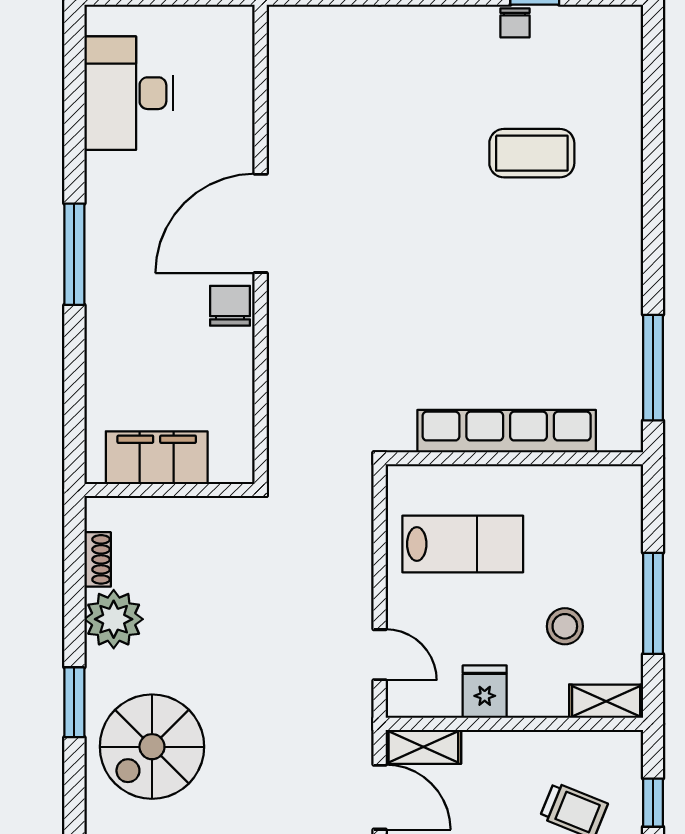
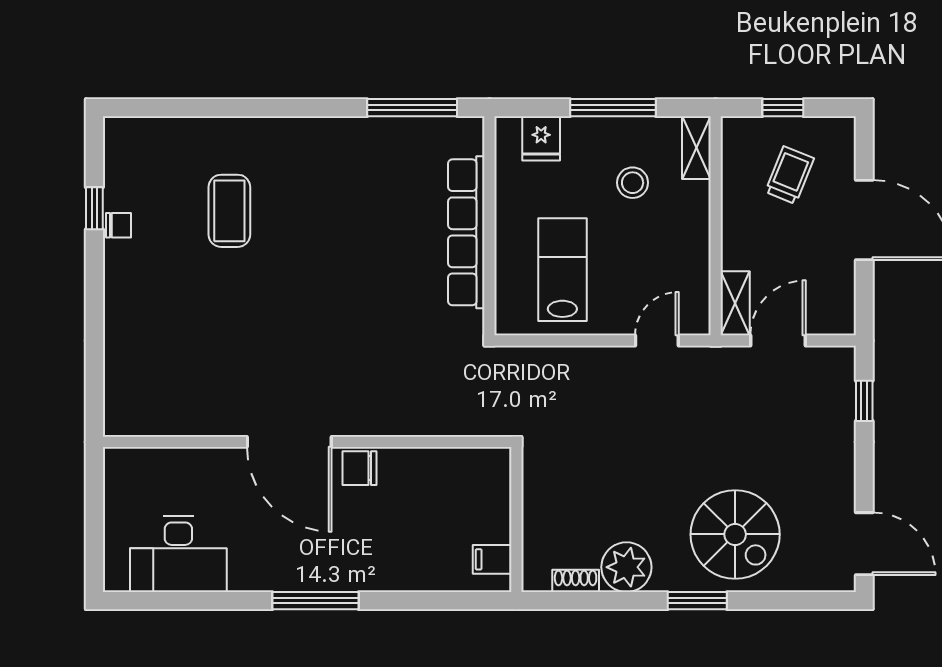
filing cabinet: (157, 458) -> (492, 559), width x0.33, depth x0.86
fridge: (485, 692) -> (541, 138), moved, turned -90

